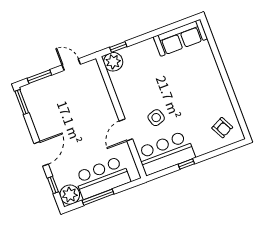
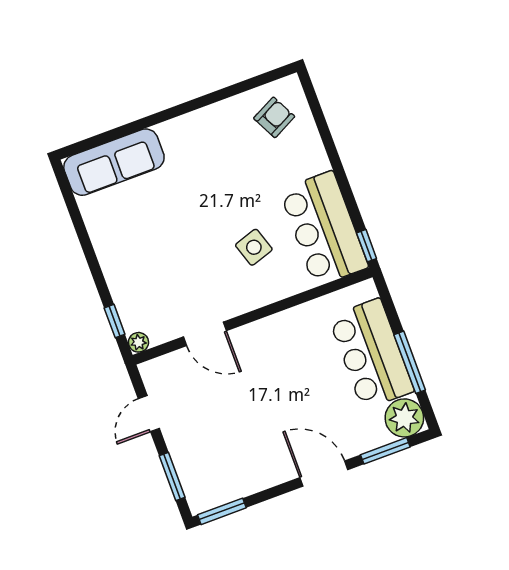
sofa: (180, 38) -> (114, 162), moved, turned 90
plant: (113, 62) -> (139, 342), width x0.53, depth x0.53
door: (126, 130) -> (205, 334), moved
window: (186, 164) -> (367, 246), moved
window: (53, 185) -> (385, 451), width x1.50

